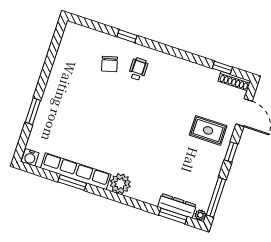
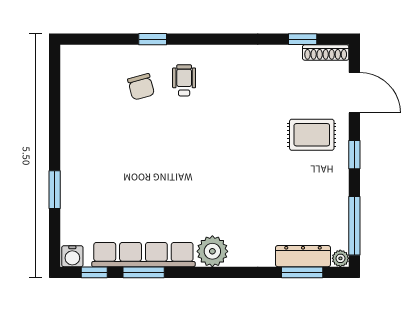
window: (41, 172) -> (94, 272), added

